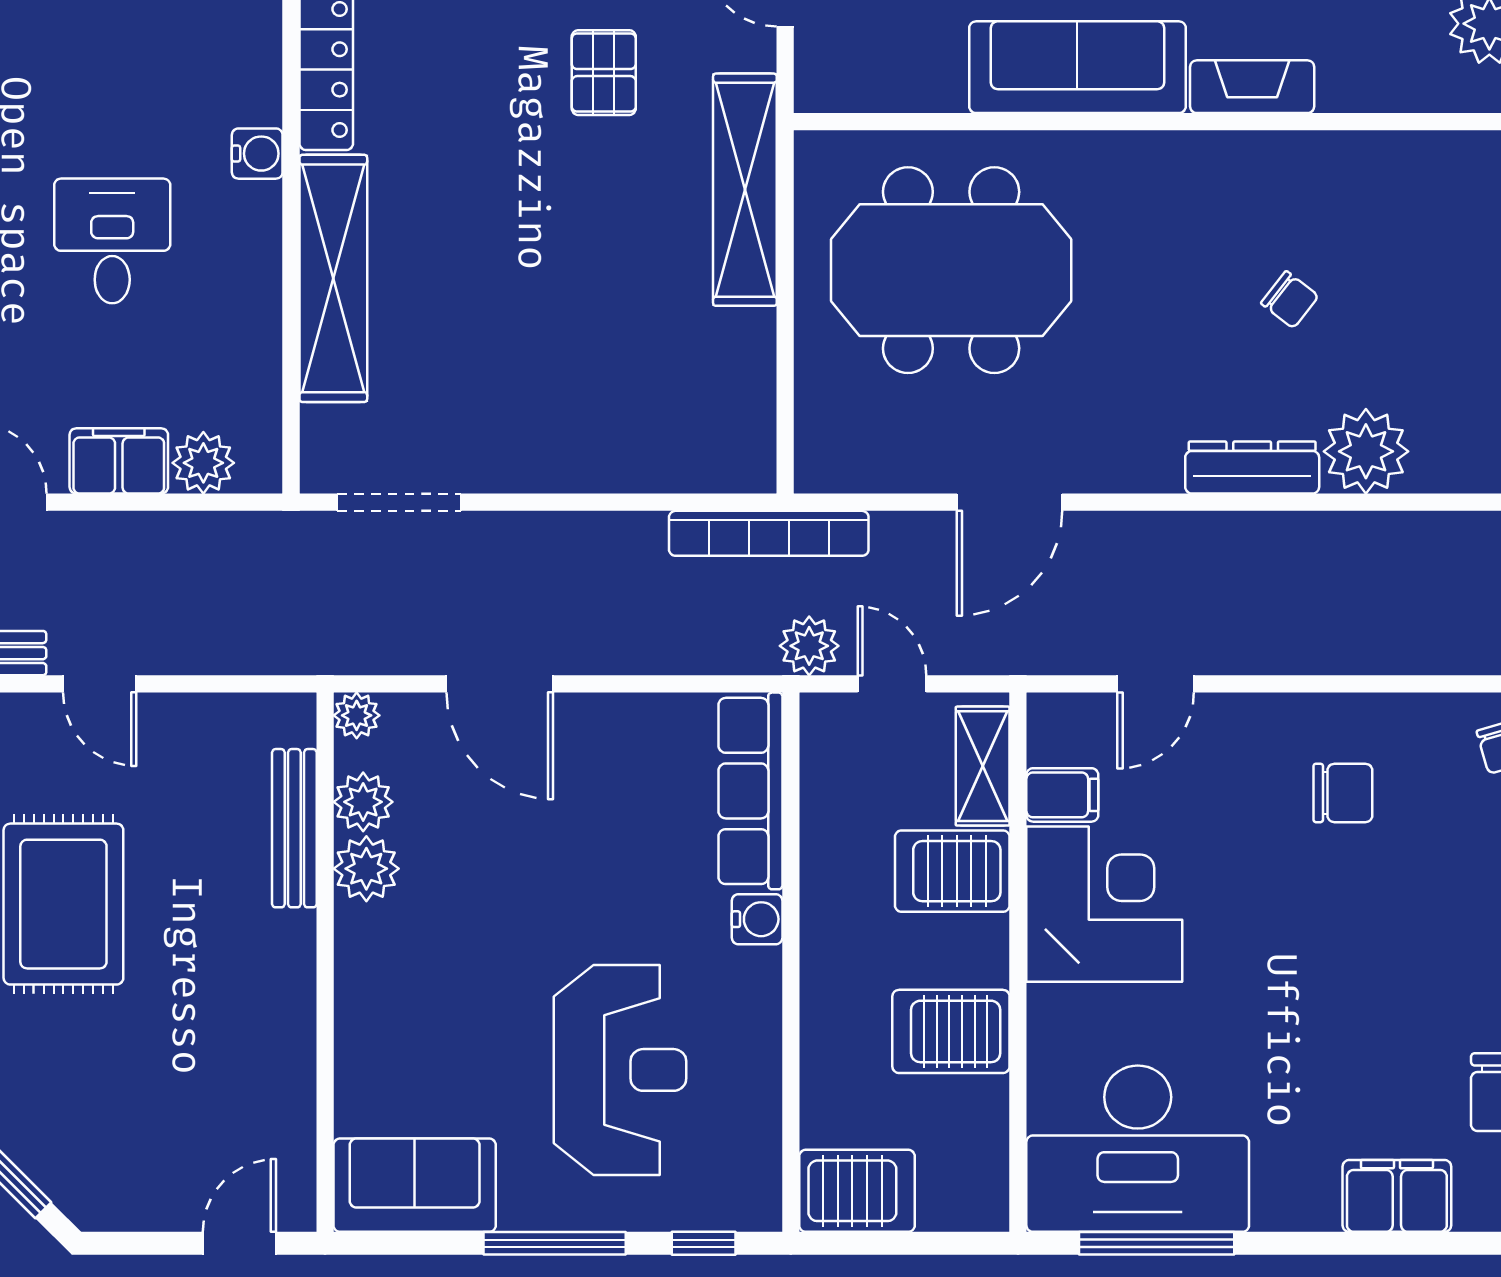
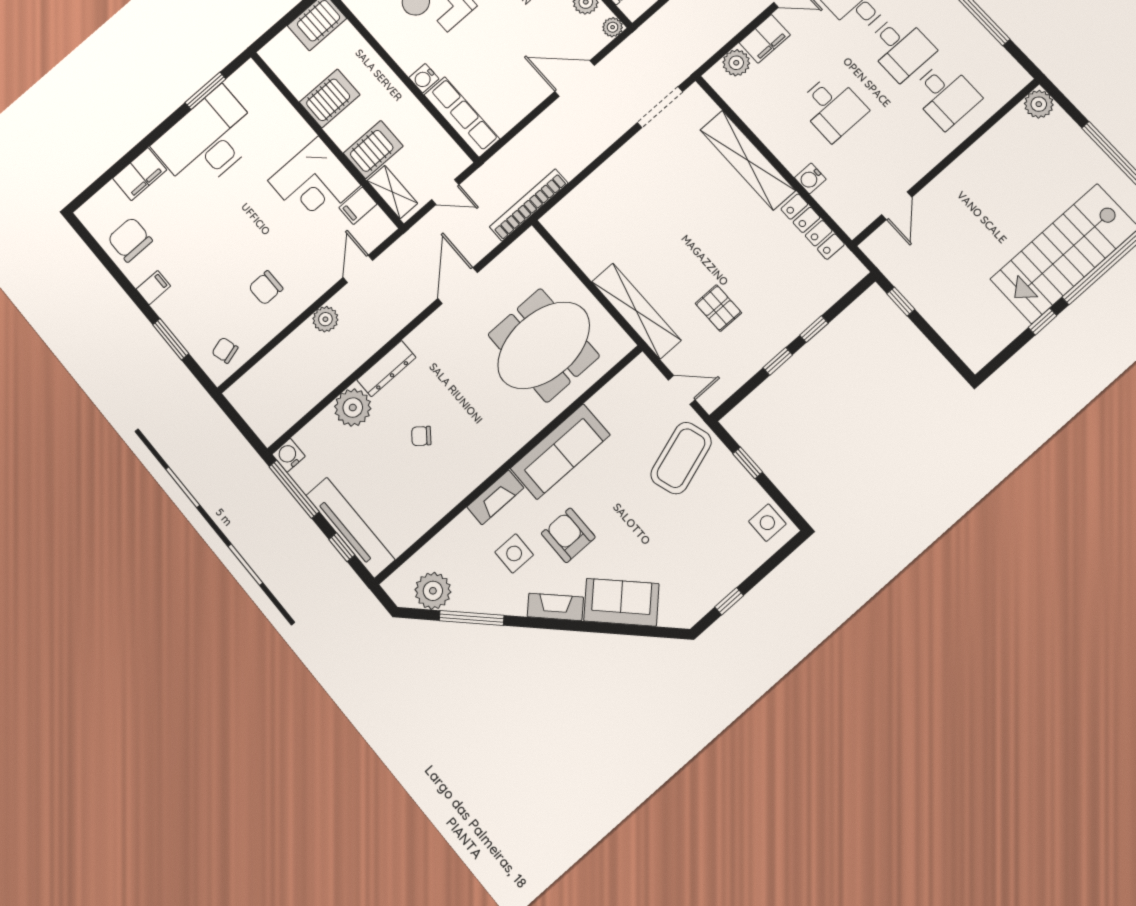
plant: (809, 646) -> (325, 319), moved
desk: (1138, 1149) -> (208, 140), moved
window: (1157, 1243) -> (205, 91), width x0.69

